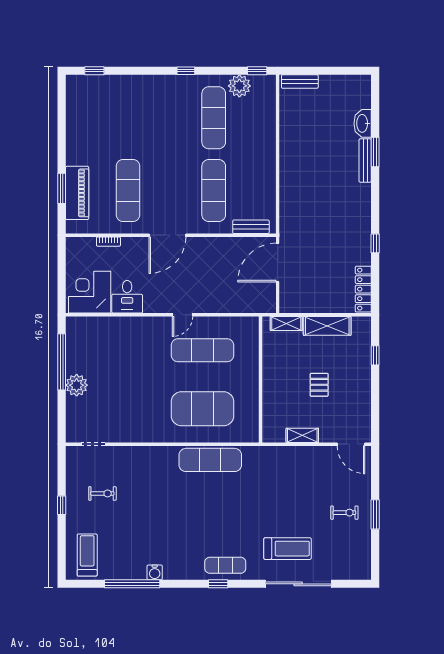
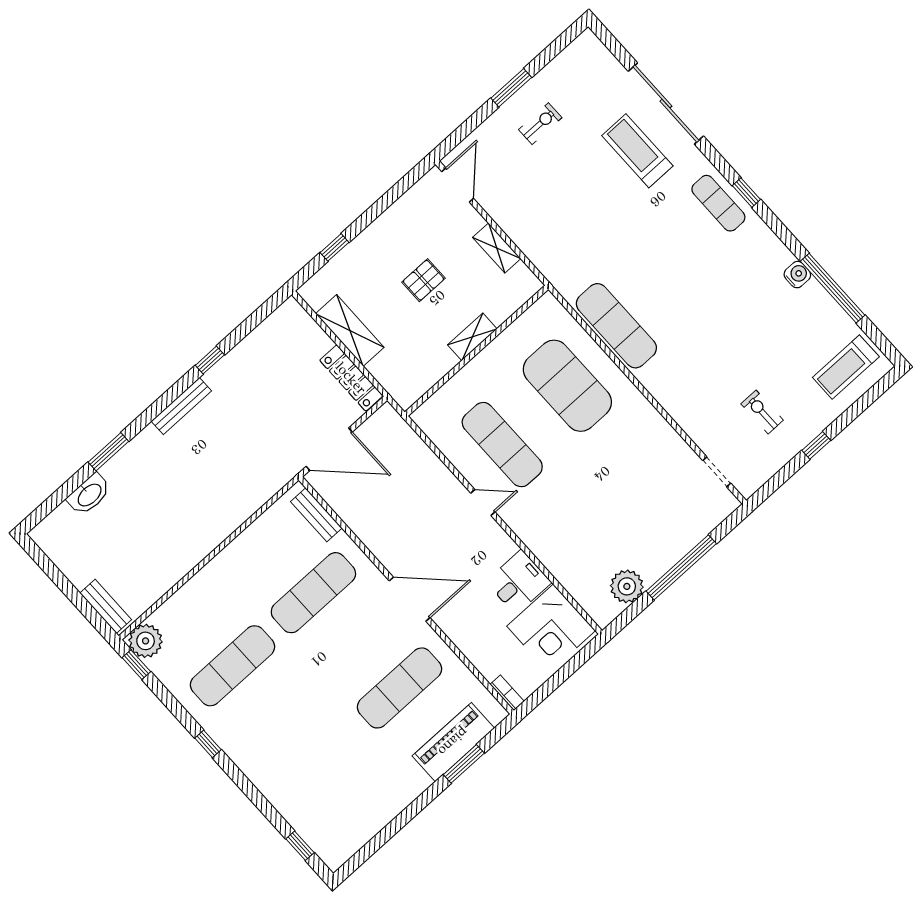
plant: (239, 86) -> (146, 641), moved
bench: (365, 161) -> (181, 406), moved
bookcase: (108, 242) -> (507, 693), moved
locker: (363, 289) -> (351, 378), moved, turned 90
shelving: (286, 323) -> (472, 337), moved, turned 90
window: (62, 362) -> (681, 567), moved
plant: (77, 385) -> (627, 586), moved
exercise bike: (344, 513) -> (540, 124), turned 90

